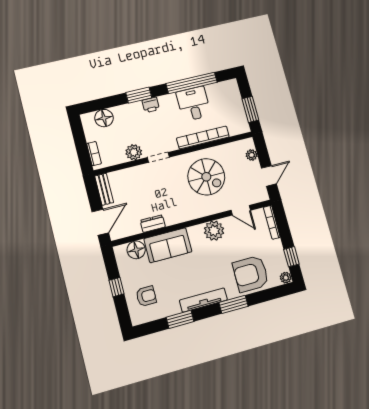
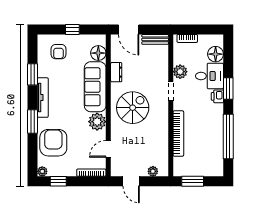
desk: (194, 104) -> (209, 76), moved
spiral stairs: (206, 177) -> (133, 108), moved, turned 180
sofa: (168, 245) -> (95, 87), width x1.36

